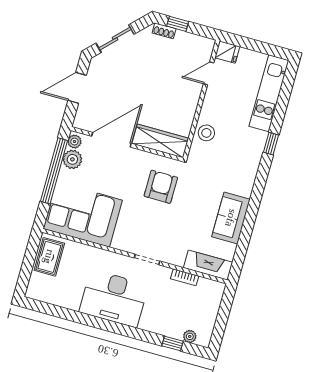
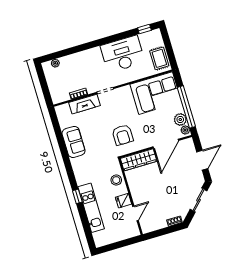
window: (178, 24) -> (169, 230), removed
fridge: (227, 52) -> (123, 201), moved
kitchen unit: (269, 93) -> (91, 208), moved
fireplace: (208, 265) -> (84, 104), moved
desk: (114, 298) -> (123, 54), moved
window: (173, 343) -> (144, 29), moved

